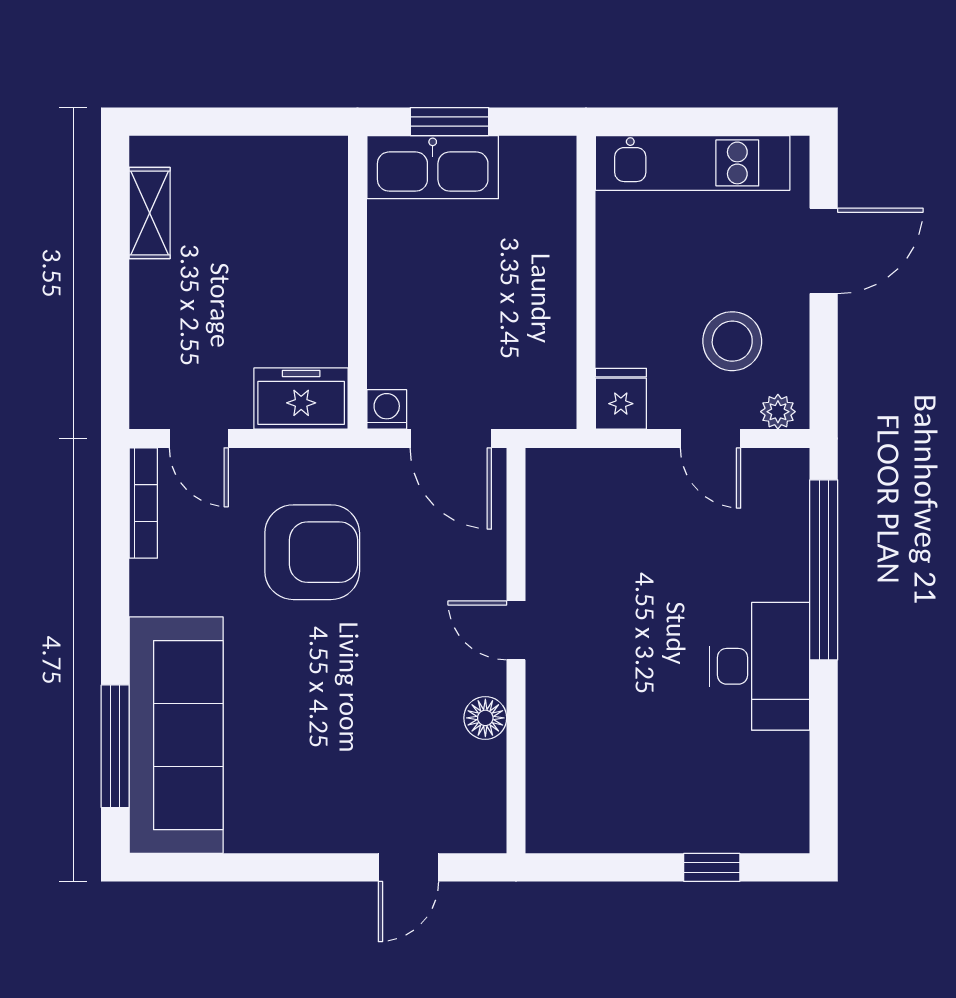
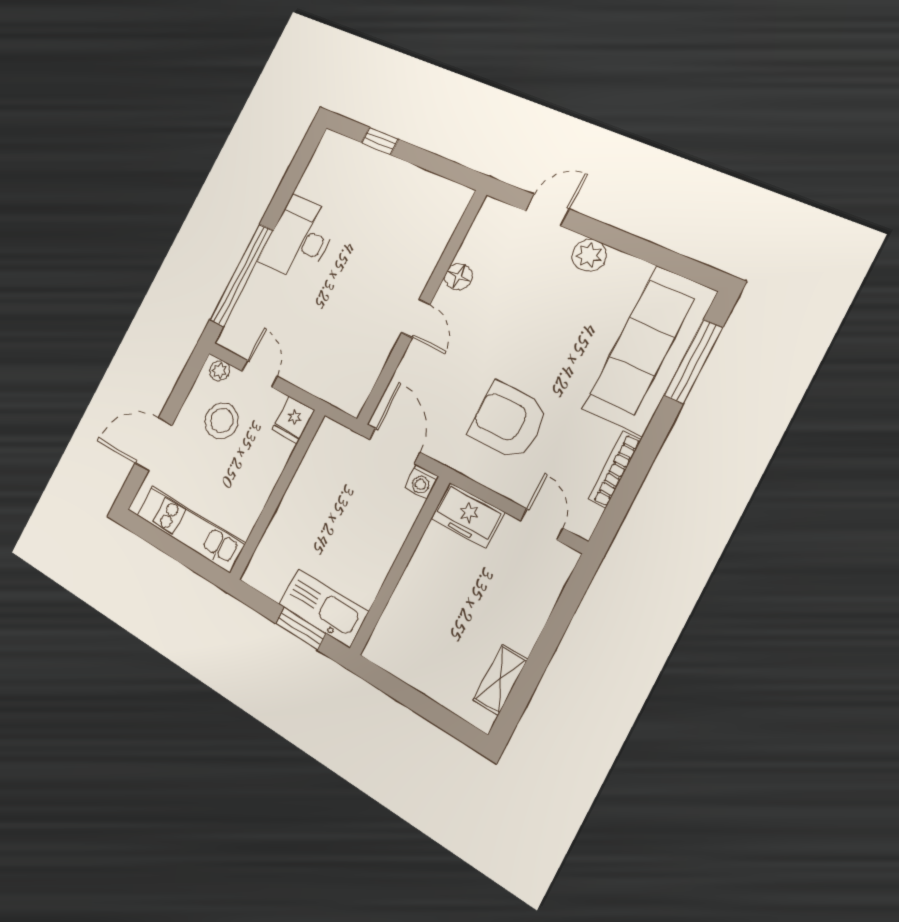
bookcase: (143, 503) -> (615, 469), moved
plant: (319, 828) -> (589, 255), added

